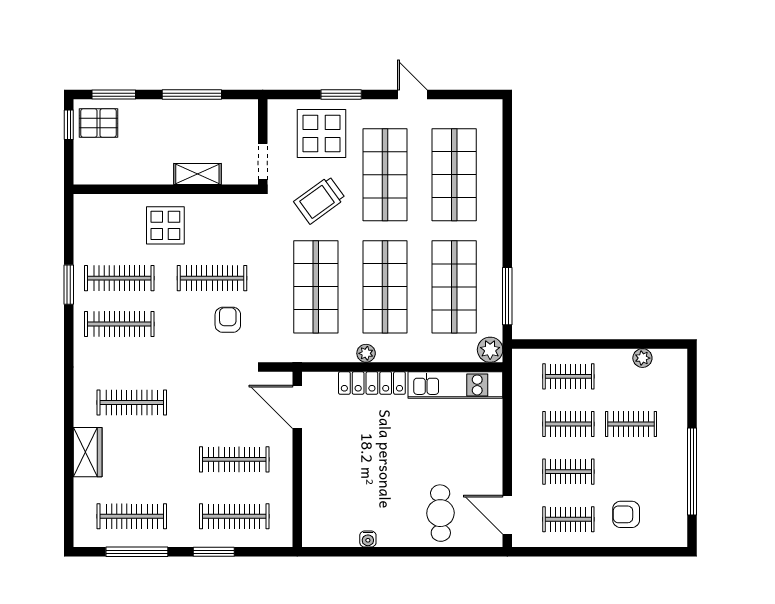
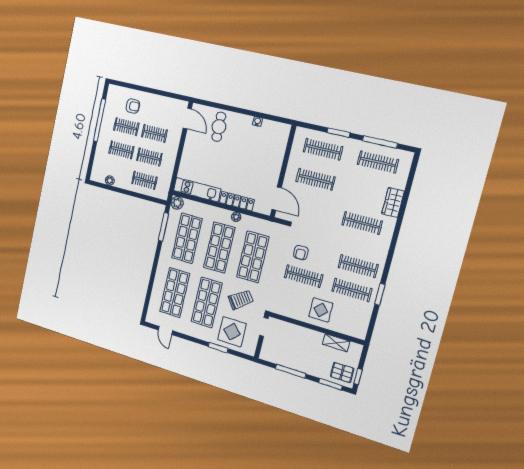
door: (412, 95) -> (165, 330), moved
shelving: (197, 174) -> (336, 343), moved
clothes rail: (568, 519) -> (126, 127), moved

